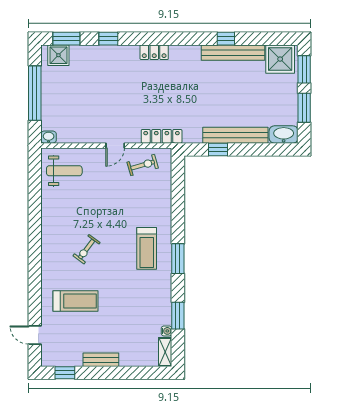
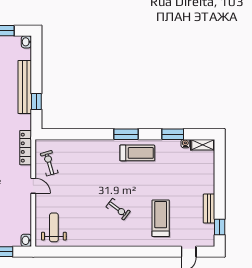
washbasin: (284, 135) -> (26, 42), width x0.52, depth x0.69
treadmill: (147, 248) -> (137, 153), moved
bench: (101, 360) -> (209, 209), moved

